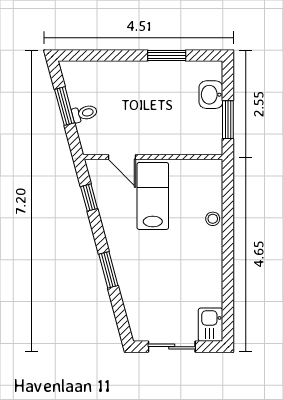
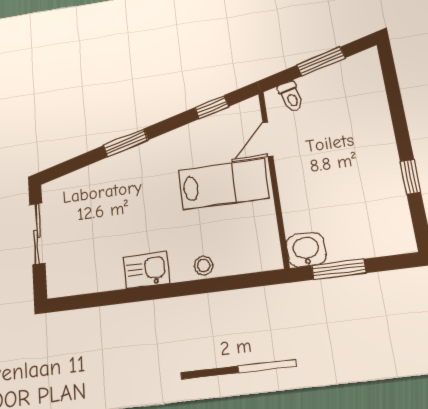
window: (167, 56) -> (410, 177), width x0.67
washbasin: (211, 95) -> (306, 250), moved
toilet: (84, 113) -> (291, 96), moved
kitchen sink: (211, 325) -> (146, 270), moved

